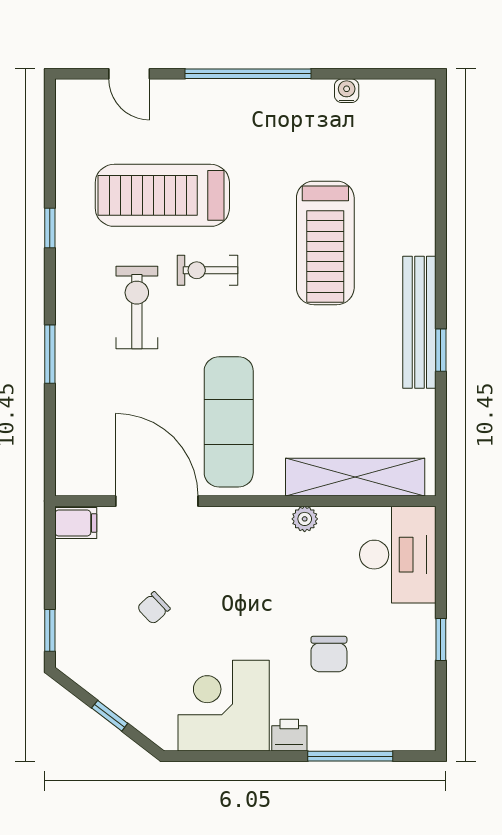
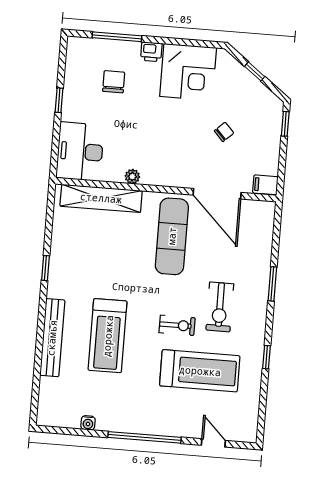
treadmill: (325, 243) -> (108, 336), turned 180
bench: (419, 322) -> (52, 338), moved
chair: (329, 654) -> (114, 82), moved

